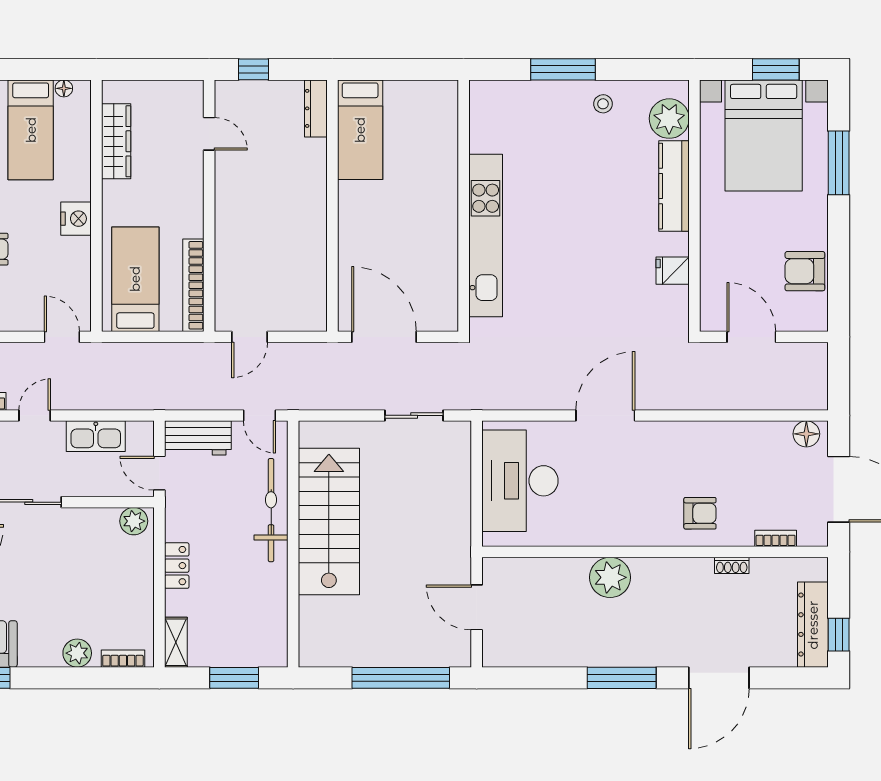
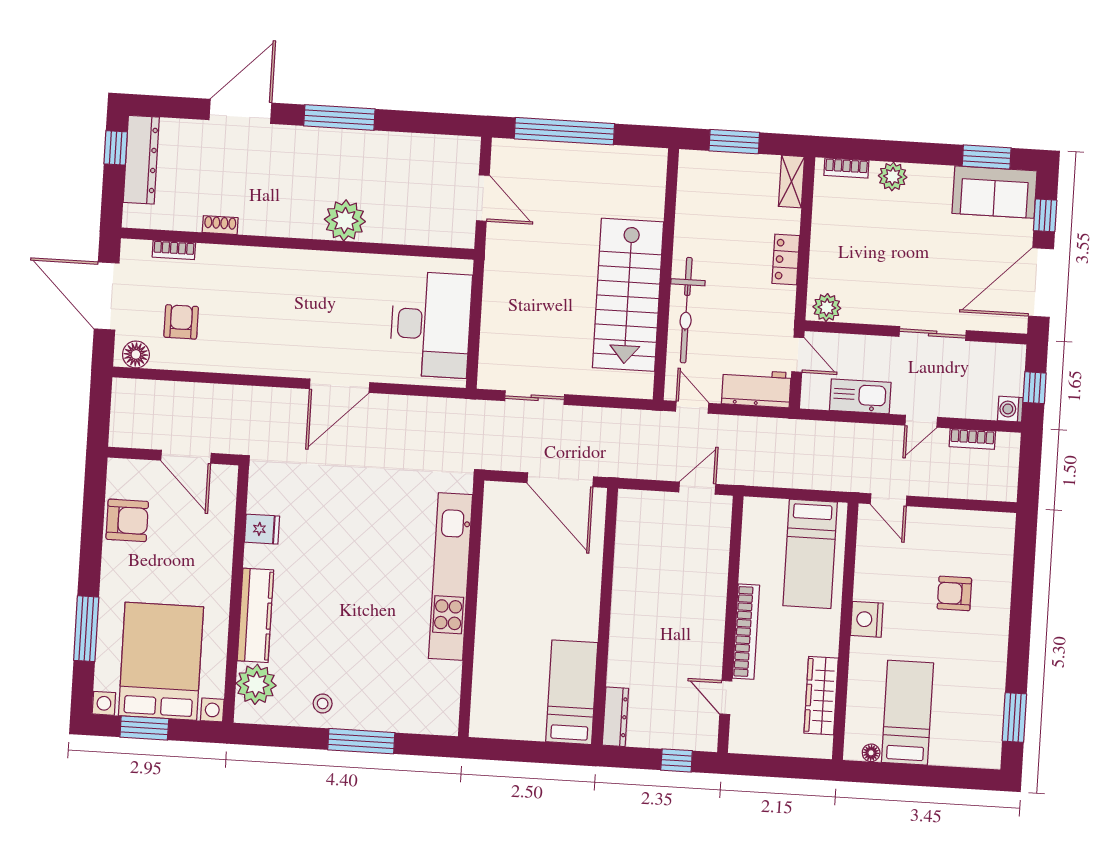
bookcase: (193, 285) -> (746, 632), moved
armchair: (700, 513) -> (181, 322), moved, turned 90

